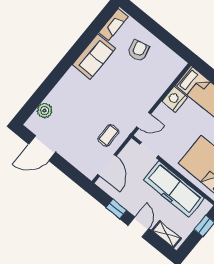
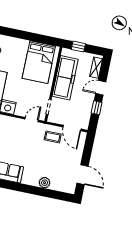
plant: (45, 111) -> (45, 183), moved
door: (144, 120) -> (32, 120), hinge flipped
door: (107, 165) -> (72, 128), swing flipped

